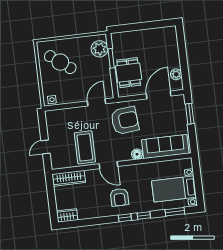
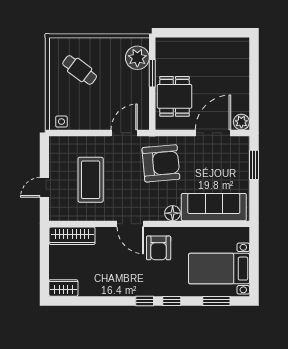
cafe table: (60, 62) -> (80, 70), width x0.73, depth x0.74
plant: (176, 74) -> (241, 122), moved
coffee table: (85, 147) -> (91, 180), moved
armchair: (119, 197) -> (159, 248), moved

